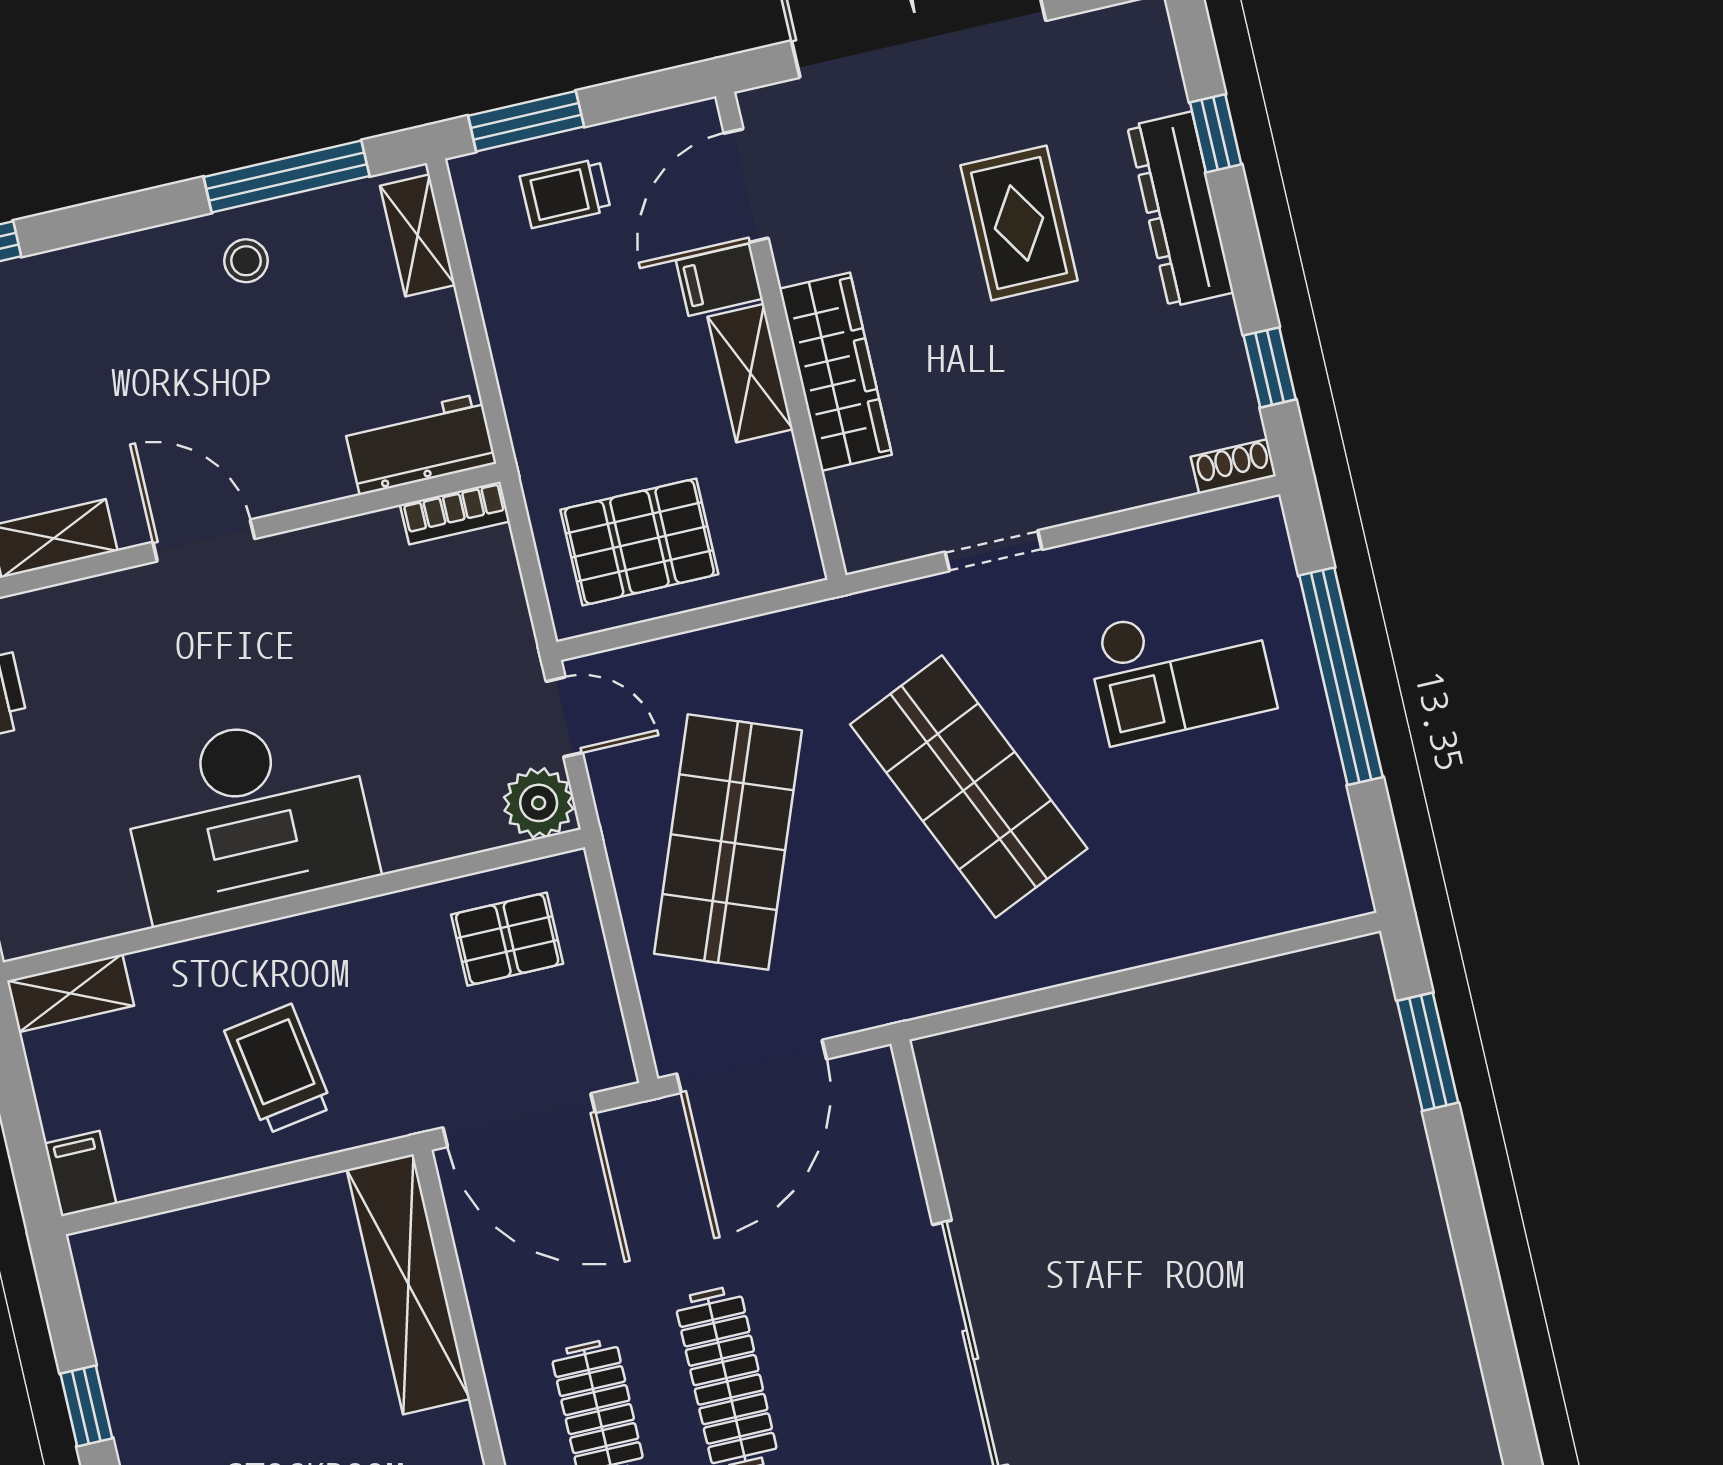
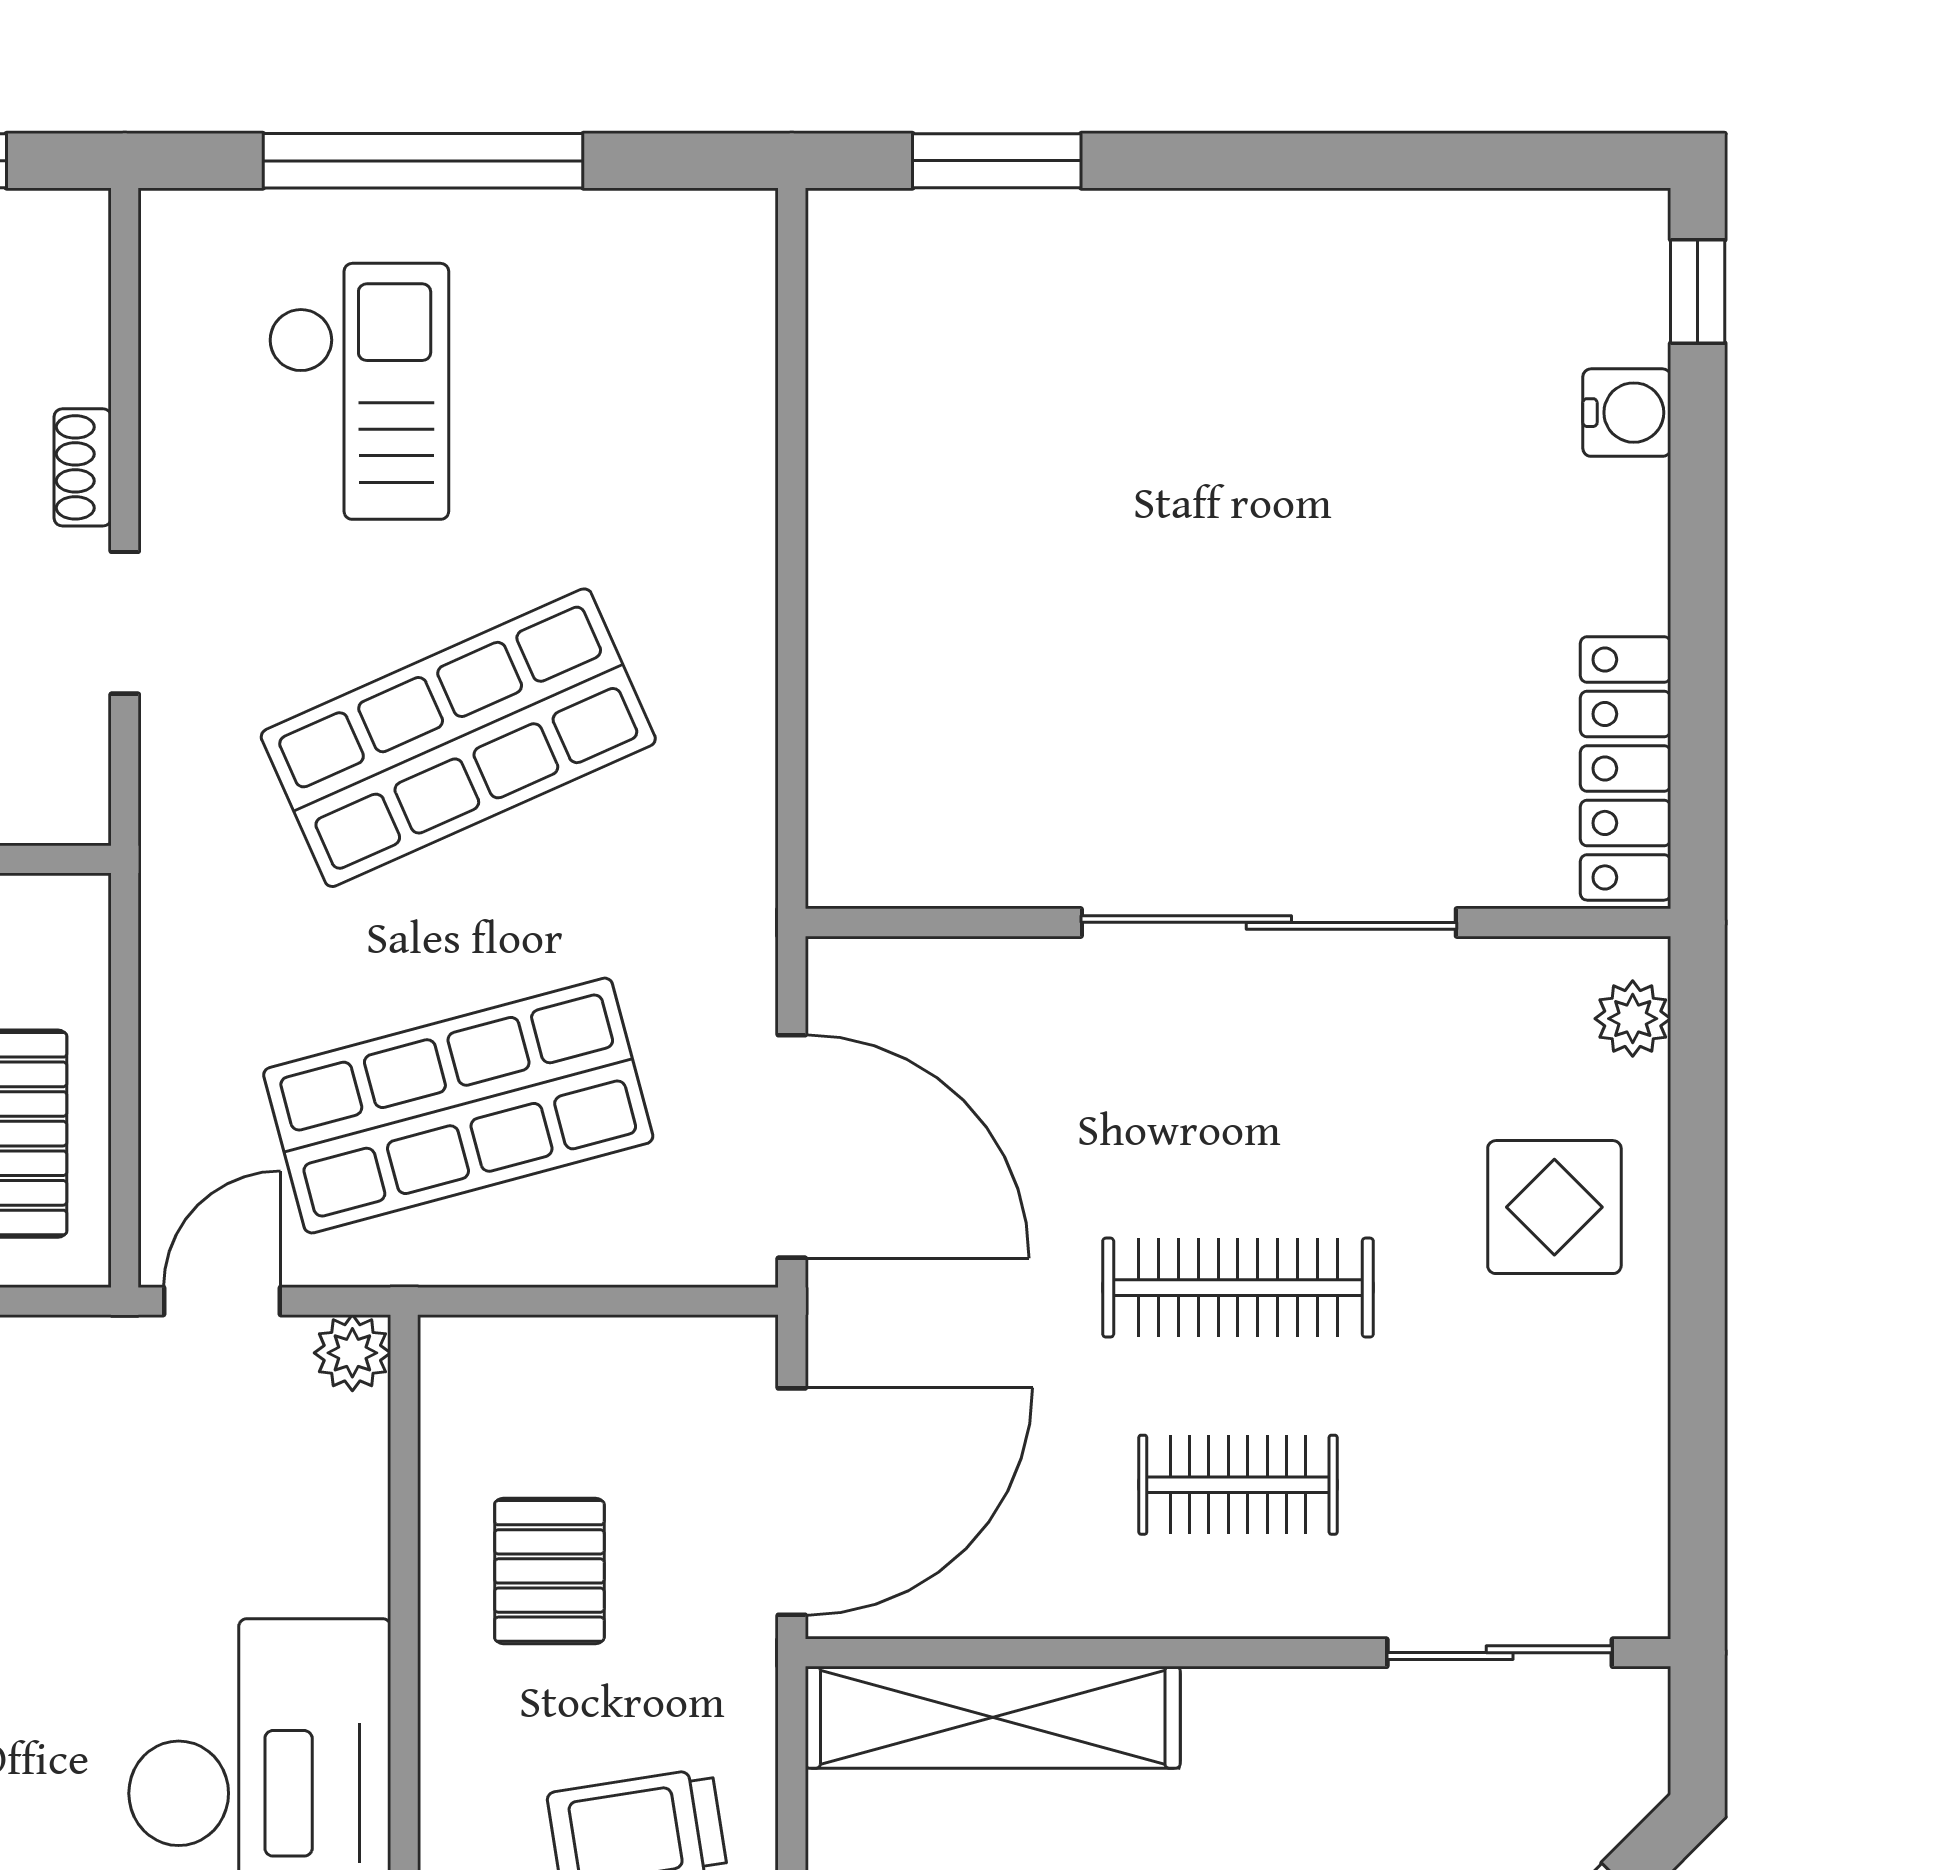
shoe rack: (1233, 466) -> (83, 467), moved
plant: (539, 803) -> (352, 1353), width x0.73, depth x0.73
shop shelf: (728, 842) -> (458, 1106), turned -36
pallet: (507, 939) -> (549, 1571), moved

